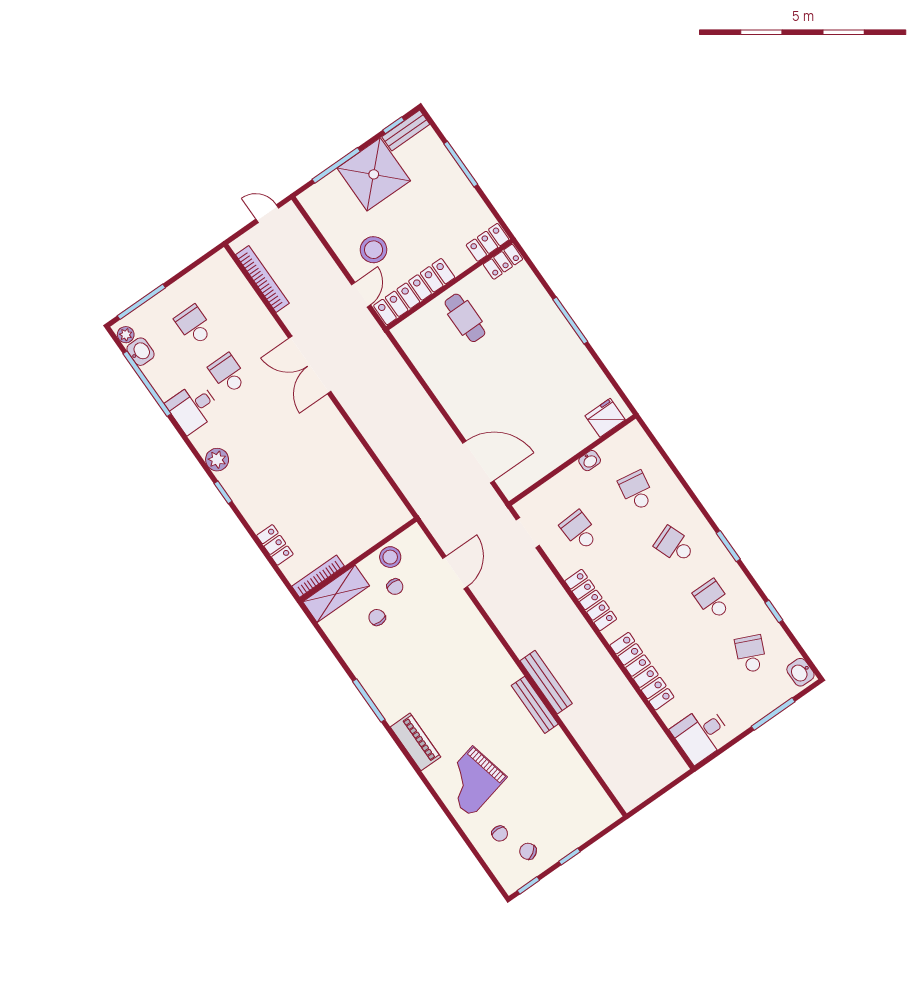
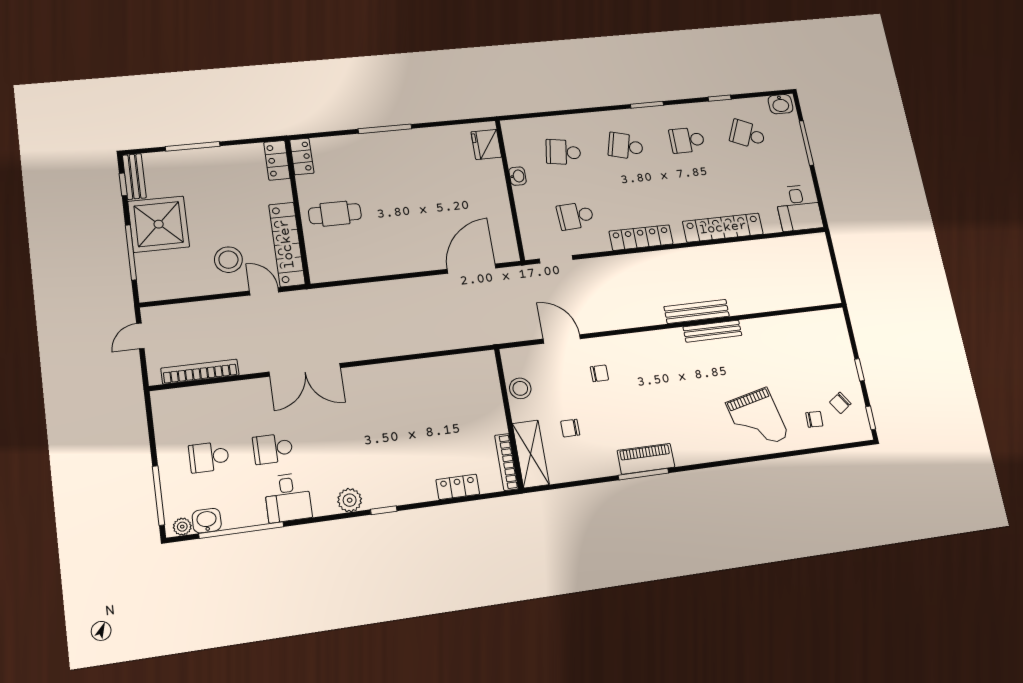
school desk: (675, 545) -> (626, 146), turned 36
chair: (395, 587) -> (599, 373), moved
piano: (415, 742) -> (646, 459), moved

